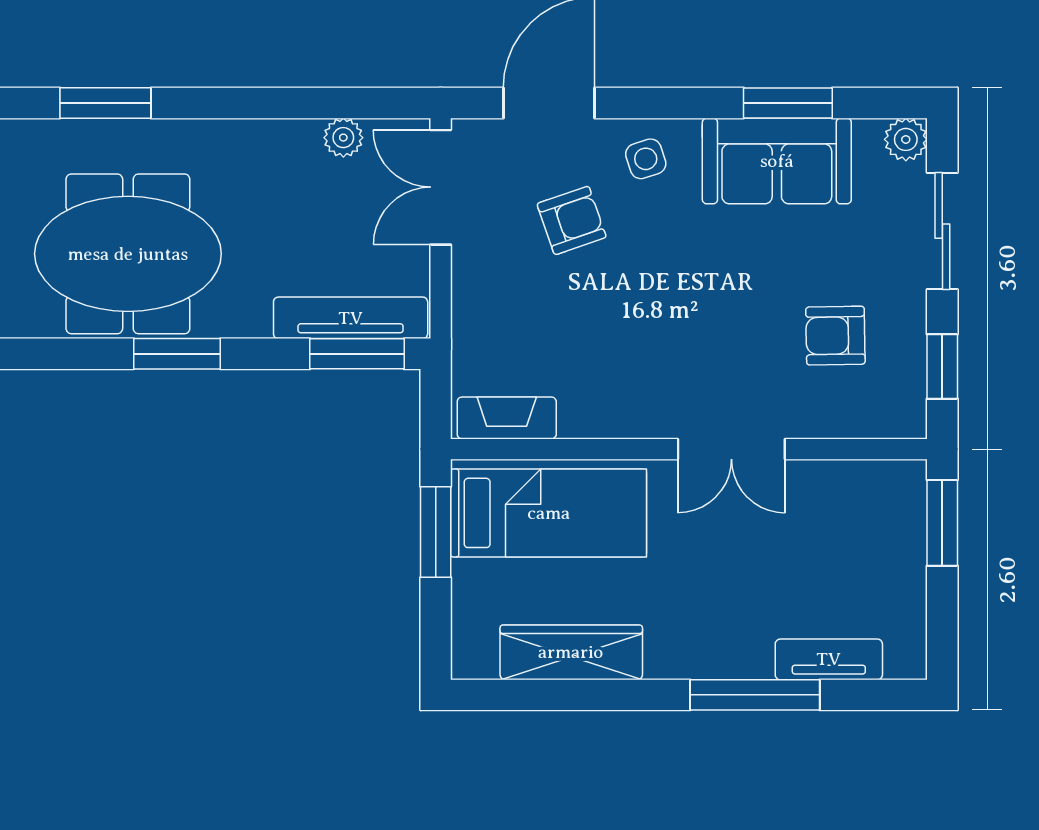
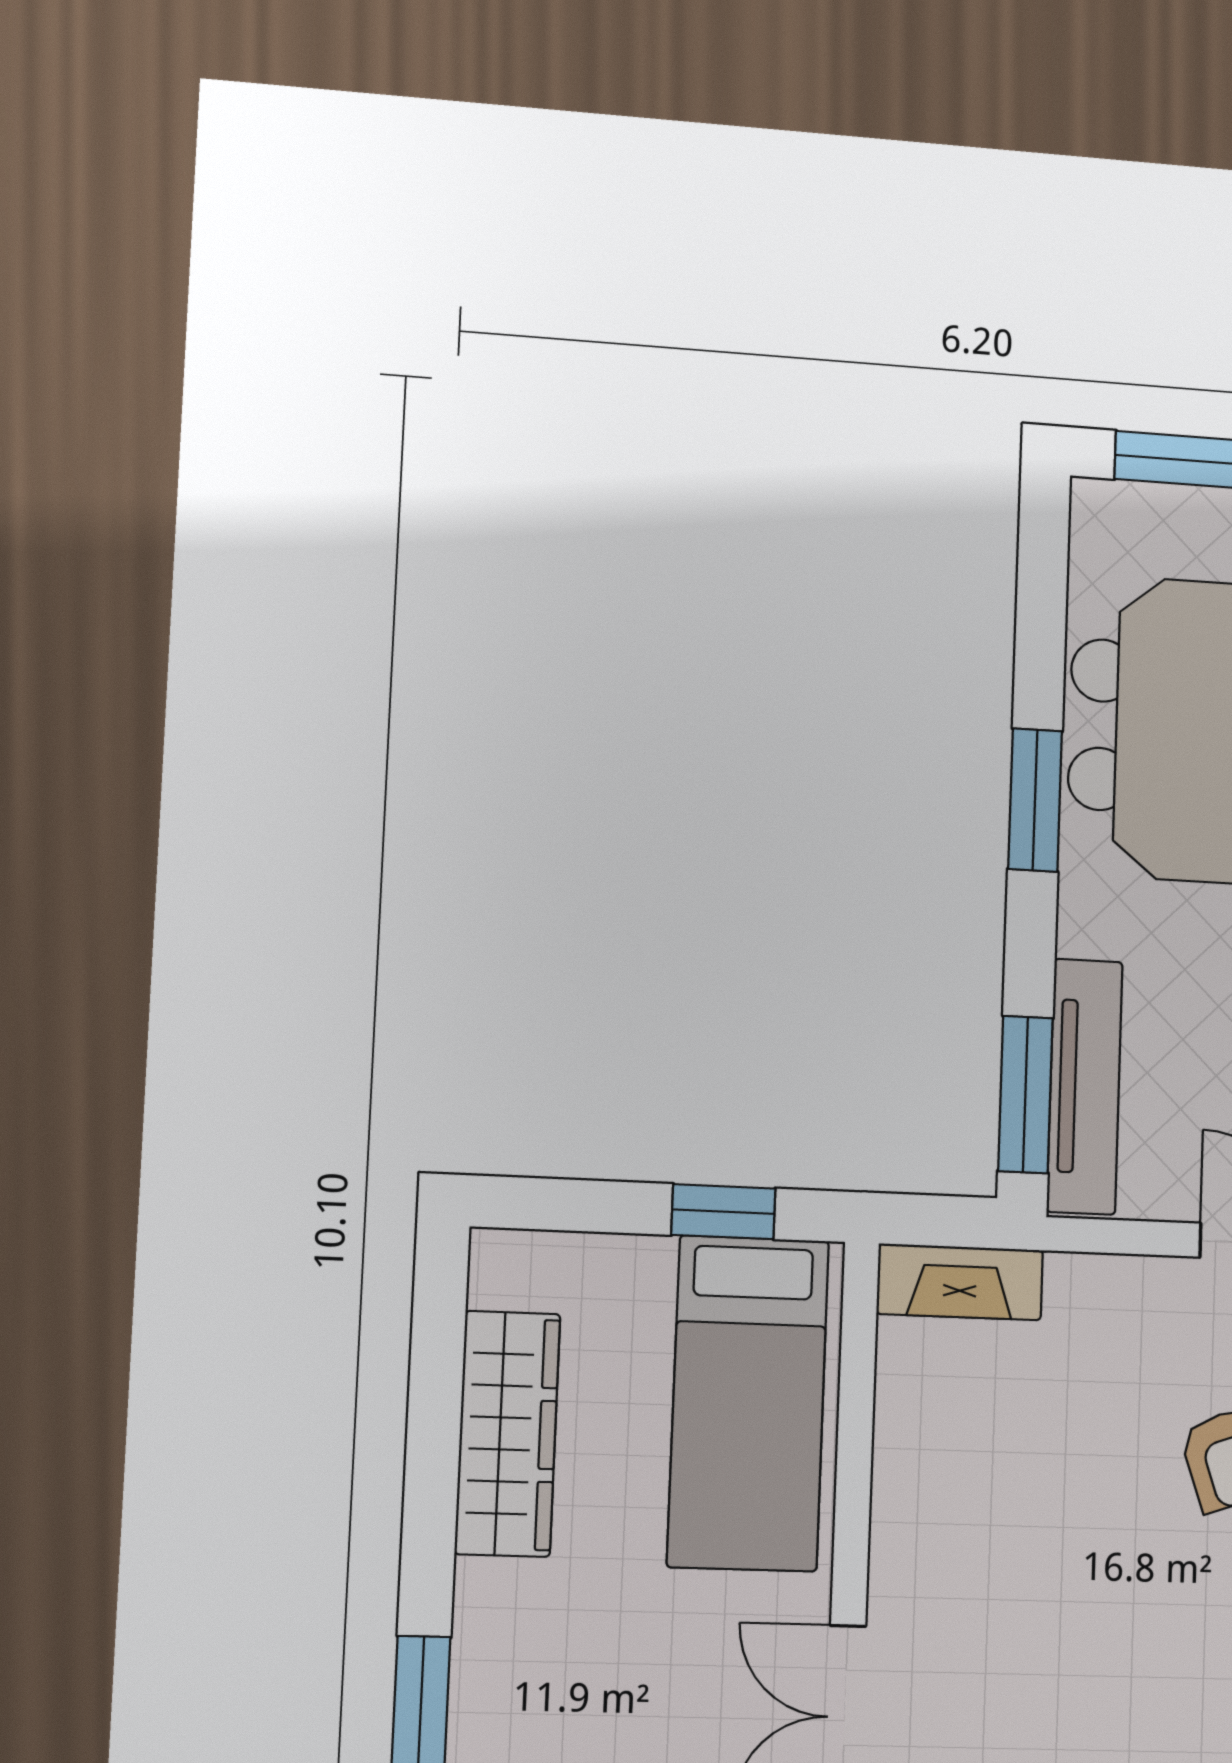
fireplace: (507, 418) -> (960, 1282), moved, turned 90
window: (436, 532) -> (723, 1212), width x0.67

